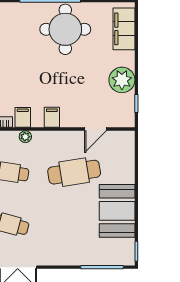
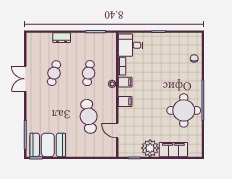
filing cabinet: (124, 29) -> (173, 150), moved
booth: (117, 211) -> (48, 145), moved

